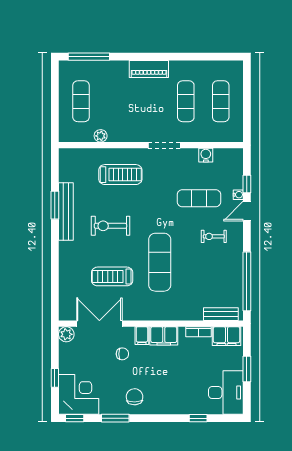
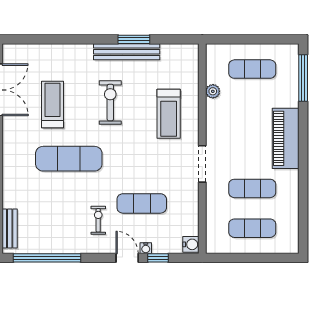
piano: (149, 69) -> (286, 138), width x1.37, depth x1.33
water cooler: (206, 155) -> (191, 244), moved
exercise mat: (199, 198) -> (142, 203), turned 90

